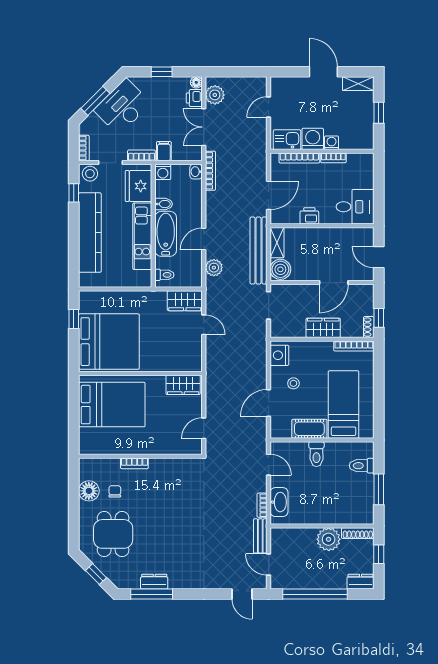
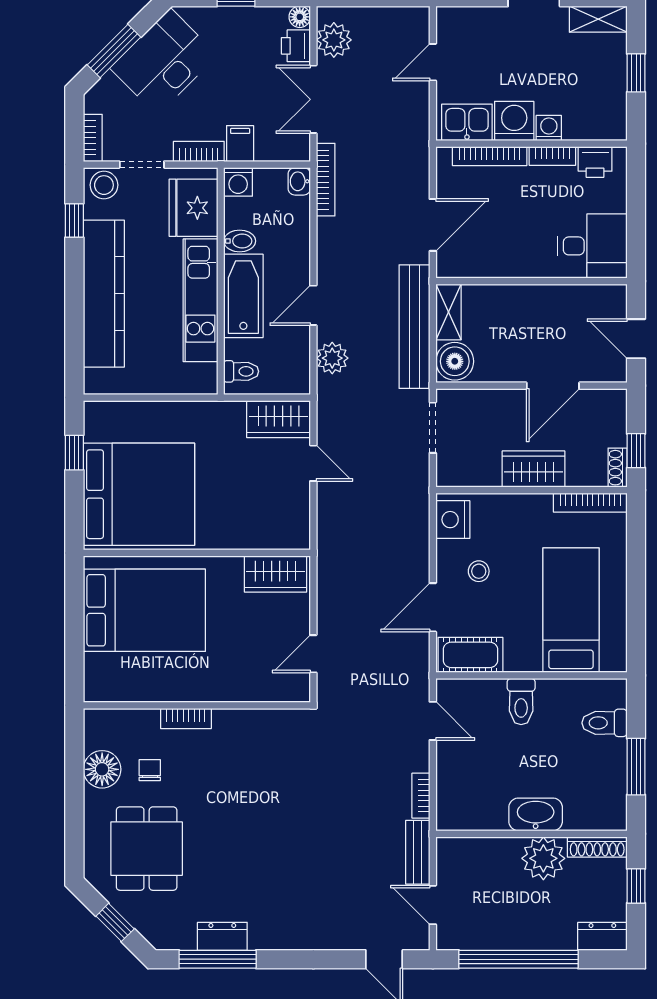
printer: (309, 216) -> (595, 162), moved, turned 180
cot: (309, 429) -> (470, 655), moved
washbasin: (279, 502) -> (536, 814), moved, turned -90

